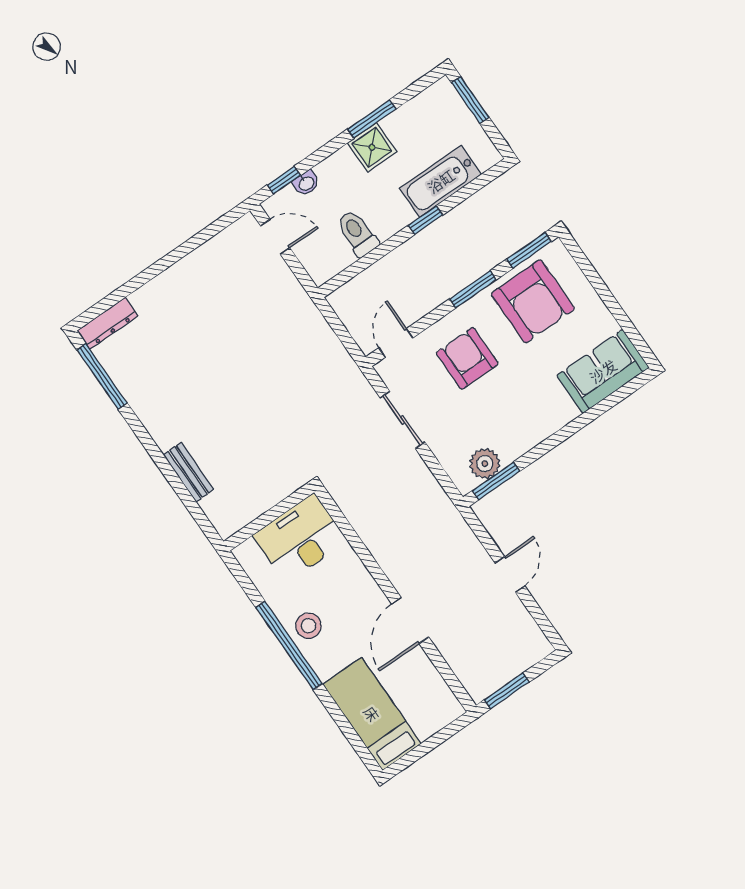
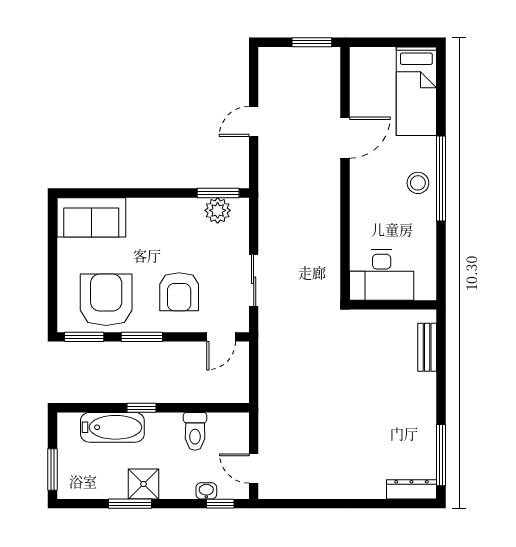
wall: (269, 517) -> (393, 305), moved
desk: (300, 538) -> (382, 275), moved

